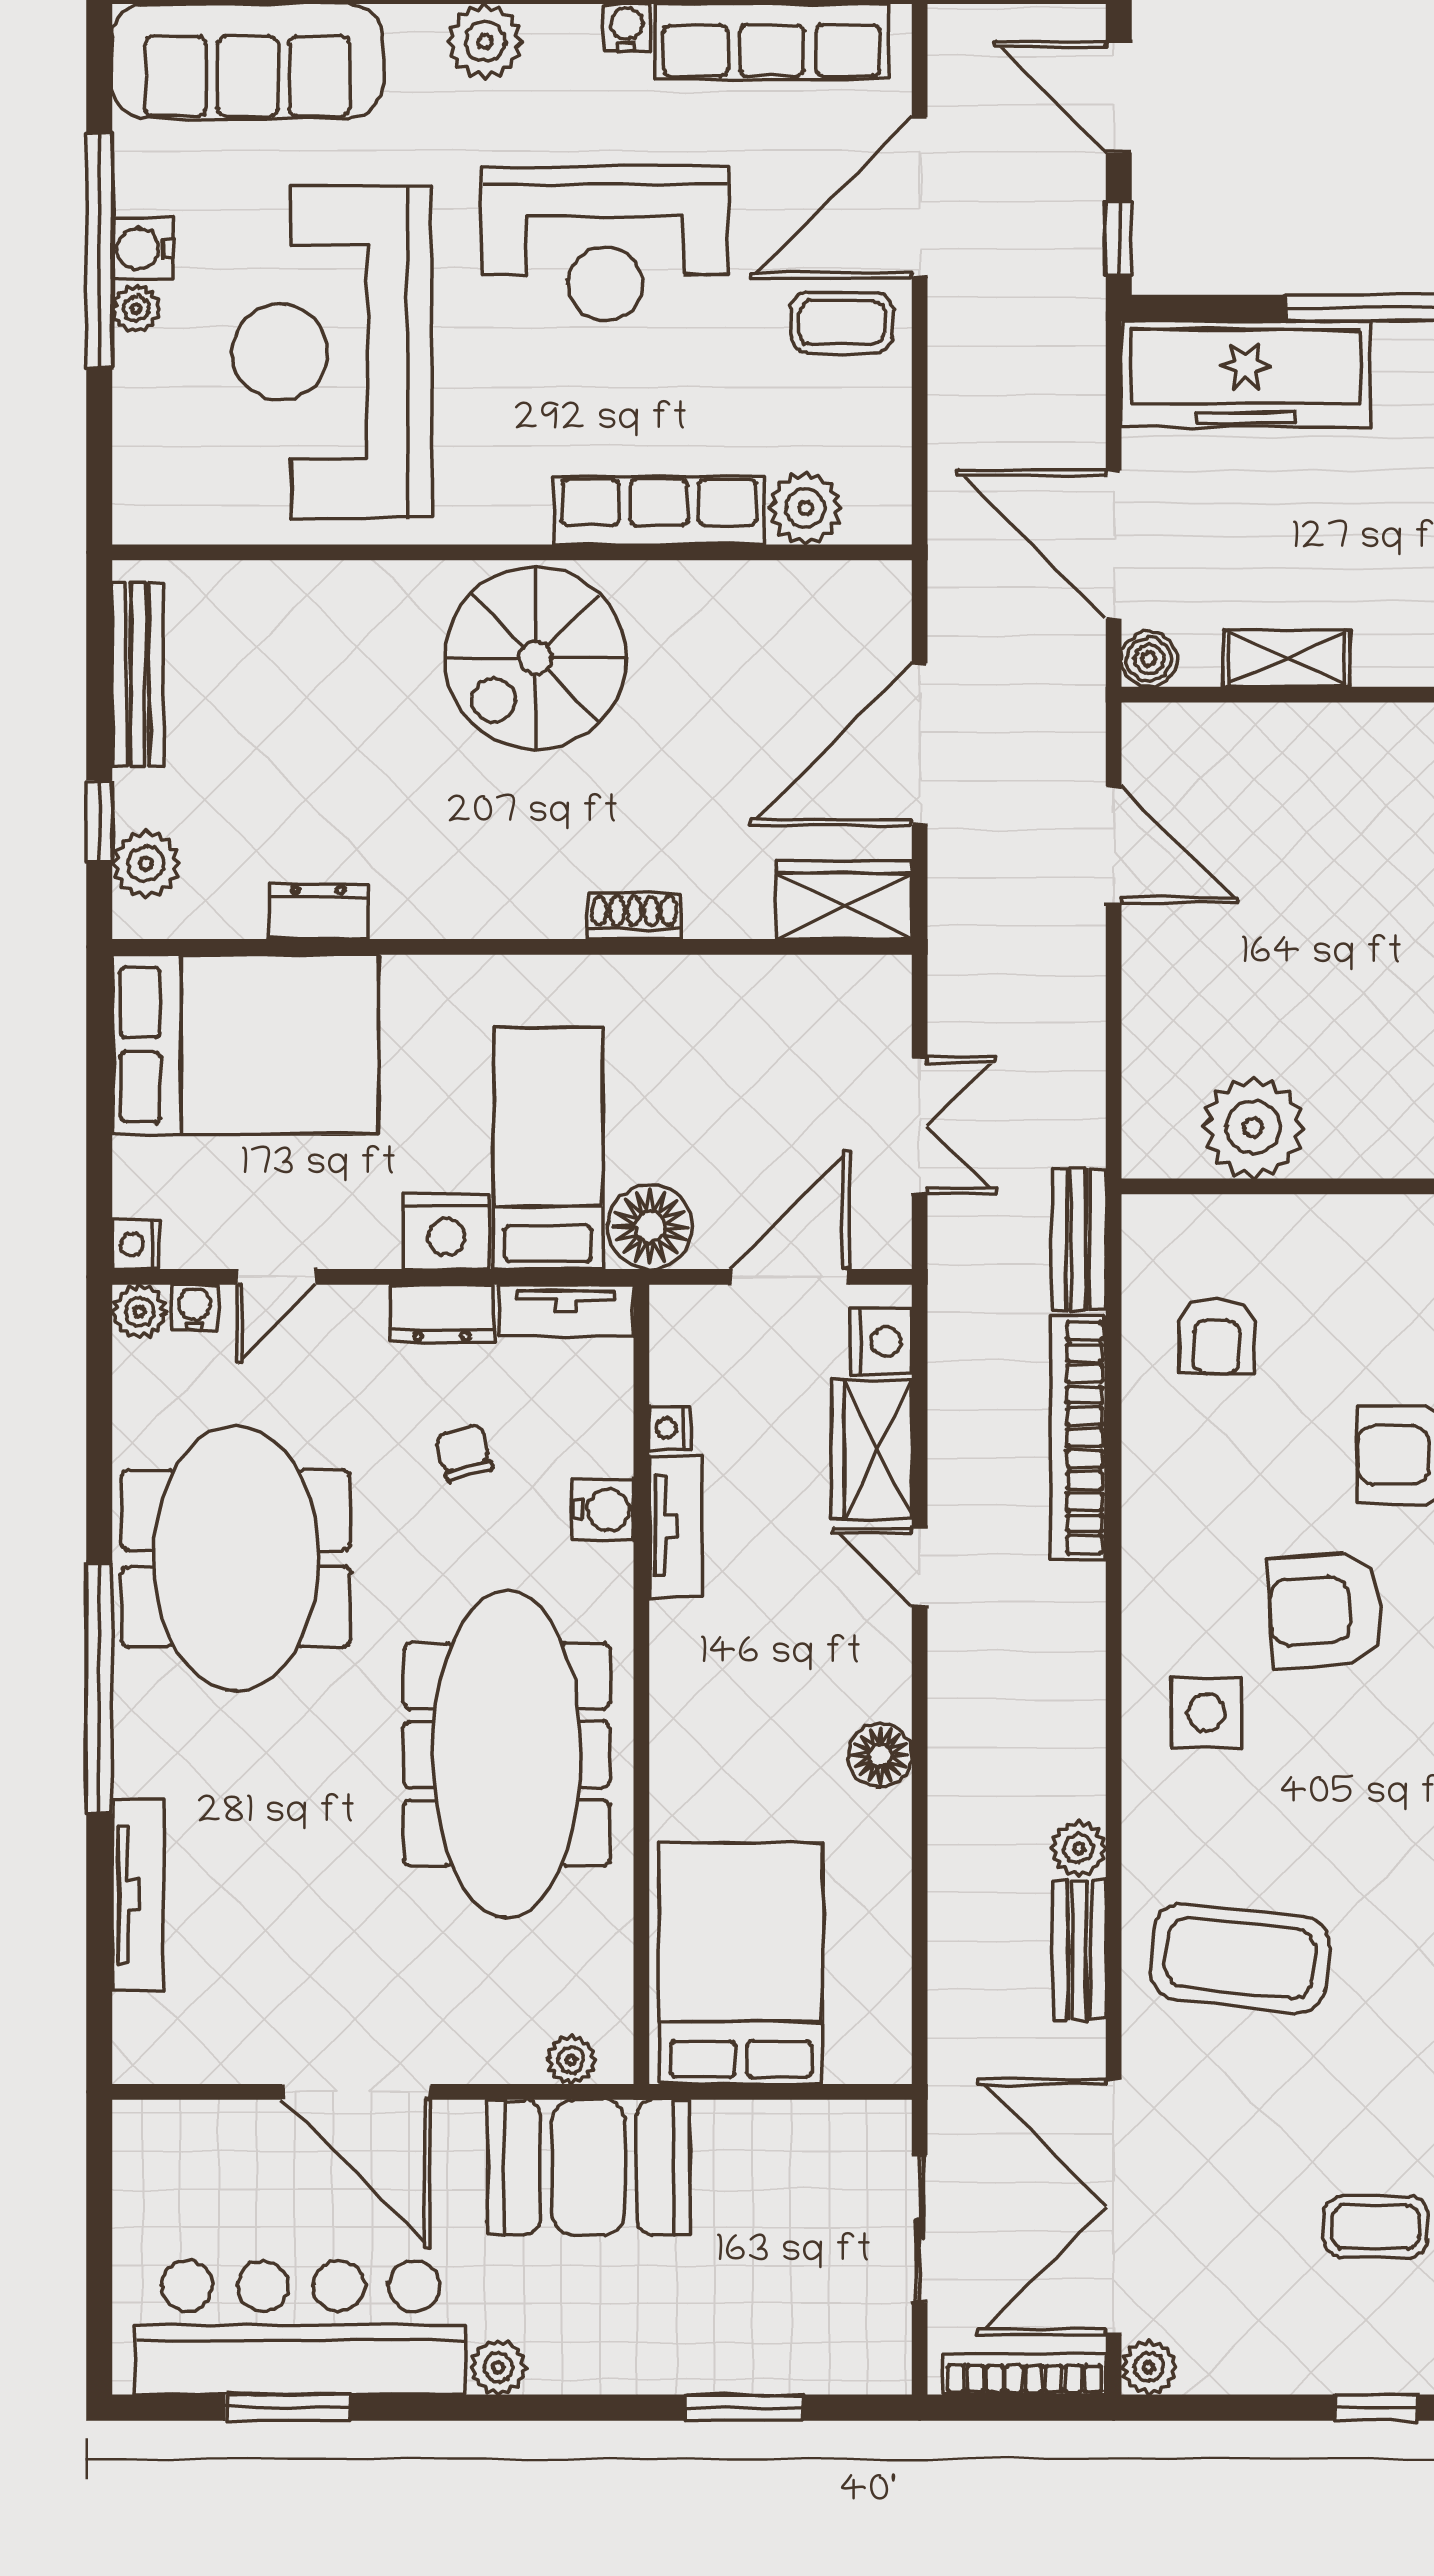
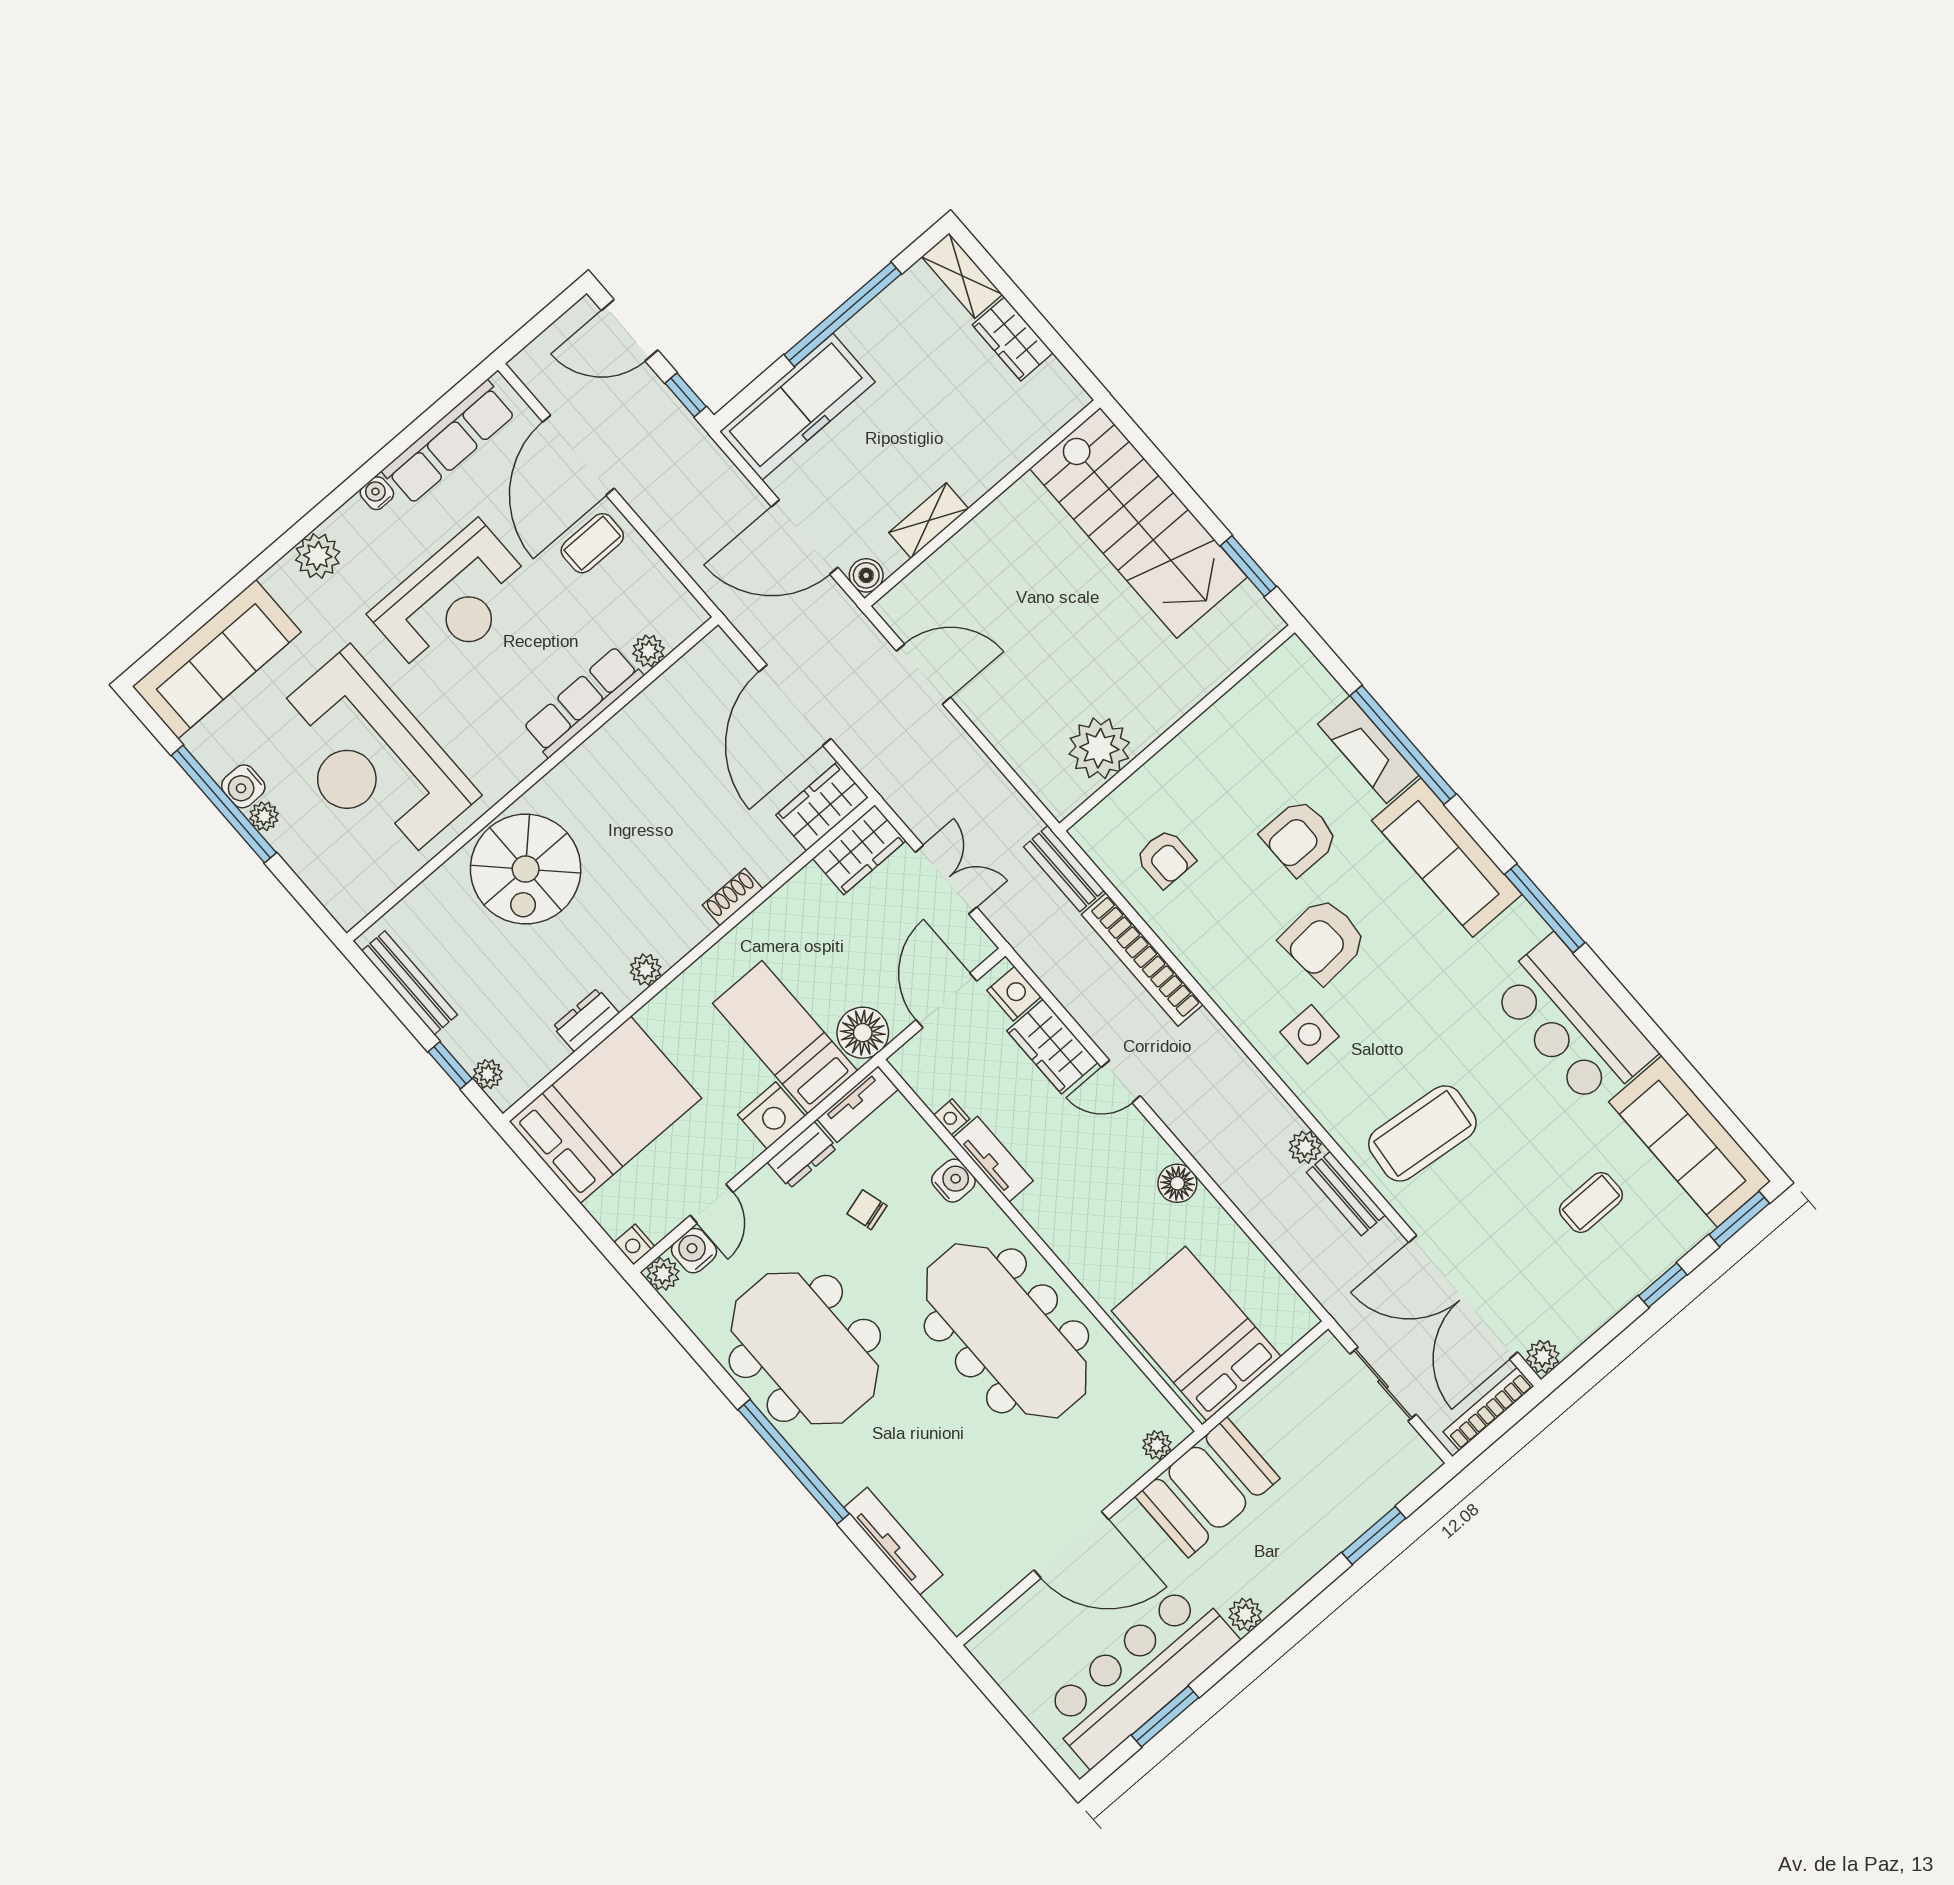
plant: (805, 508) -> (649, 651), width x0.73, depth x0.73
spiral stairs: (535, 658) -> (526, 869), moved
plant: (146, 864) -> (488, 1074), width x0.73, depth x0.73
plant: (447, 913) -> (646, 970), added
wardrobe: (844, 994) -> (859, 850), added
water cooler: (195, 1308) -> (694, 1251), width x1.38, depth x1.38

